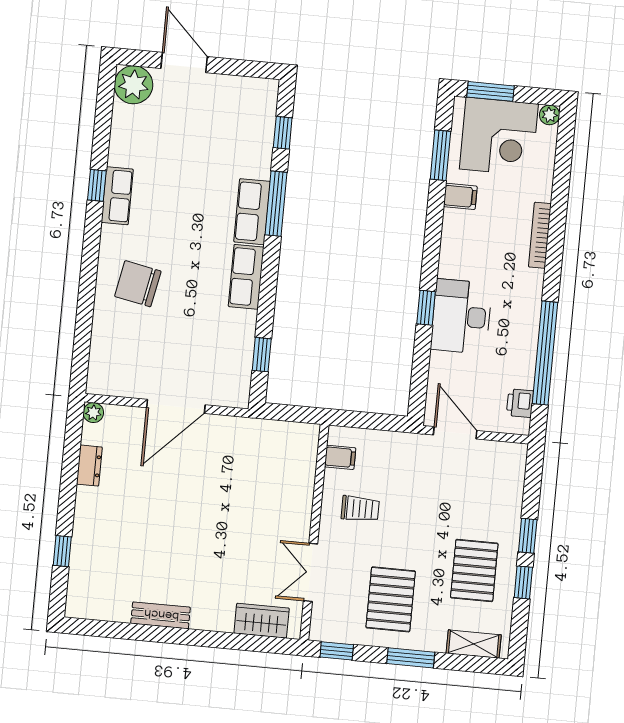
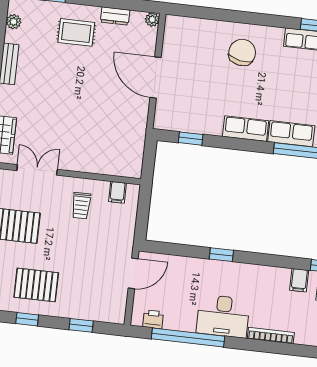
desk: (461, 316) -> (223, 316), moved, turned 180
rug: (114, 520) -> (76, 32), added
window: (528, 536) -> (81, 325), moved
plant: (100, 610) -> (14, 22), added

